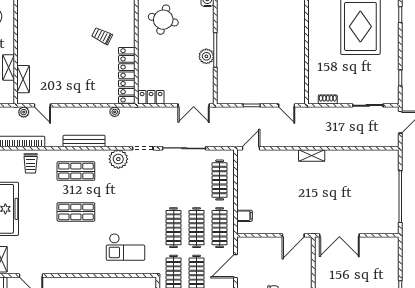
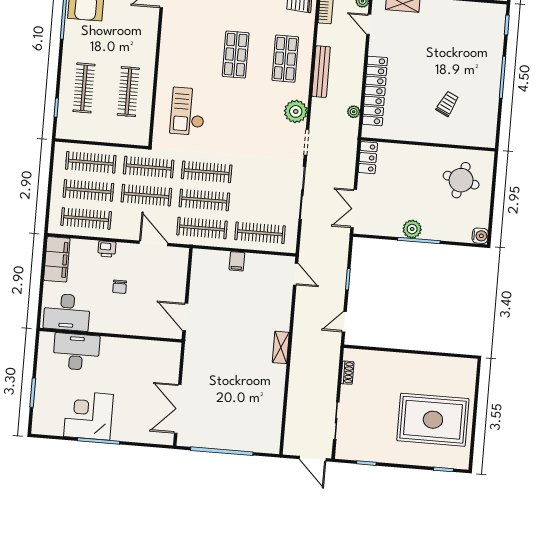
locker: (127, 75) -> (375, 91), moved, turned 90
door: (42, 105) -> (369, 24), hinge flipped
filing cabinet: (244, 216) -> (237, 261), moved
double door: (339, 235) -> (178, 409), moved

